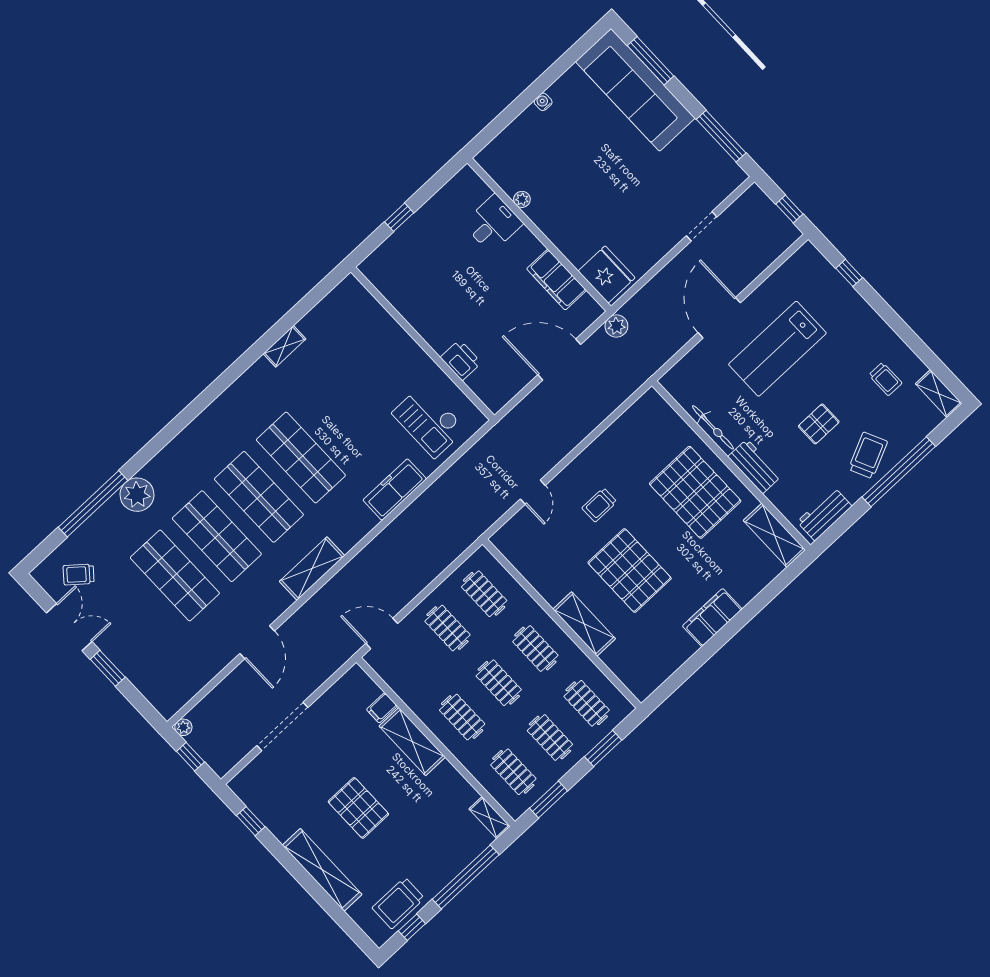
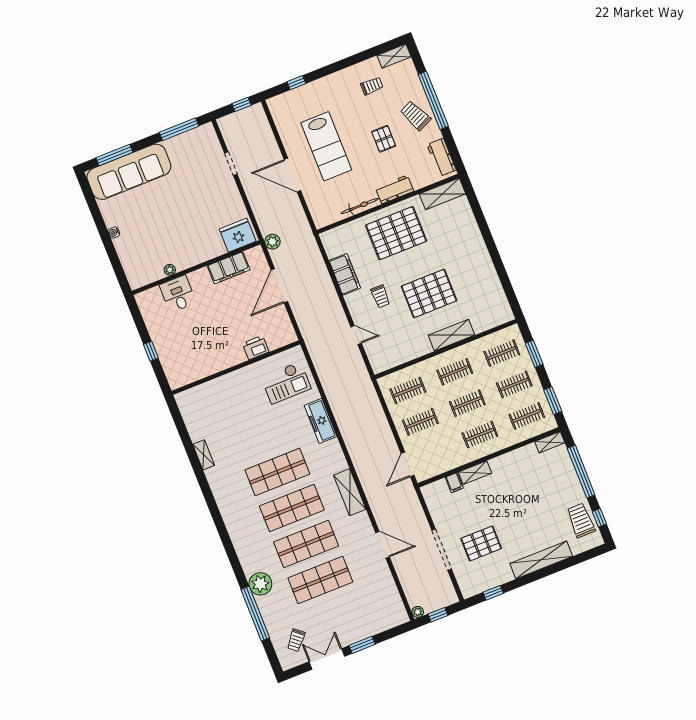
filing cabinet: (712, 617) -> (345, 274), moved, turned 180
shelving: (412, 742) -> (475, 473), width x0.67, depth x0.75
pallet: (358, 808) -> (481, 543), moved
trolley: (398, 903) -> (581, 520), turned 180

